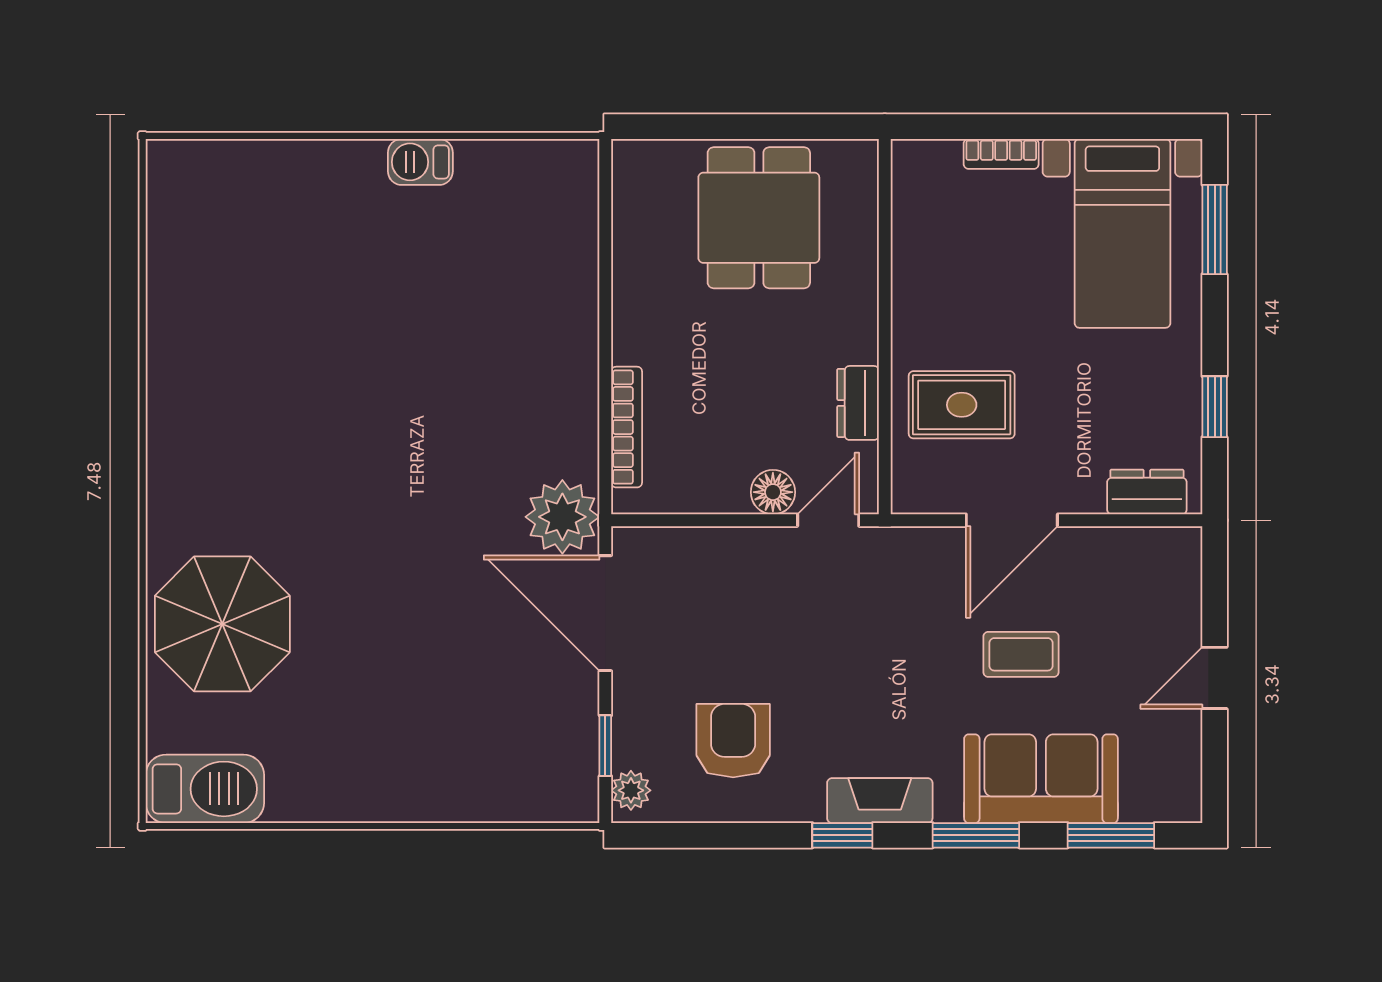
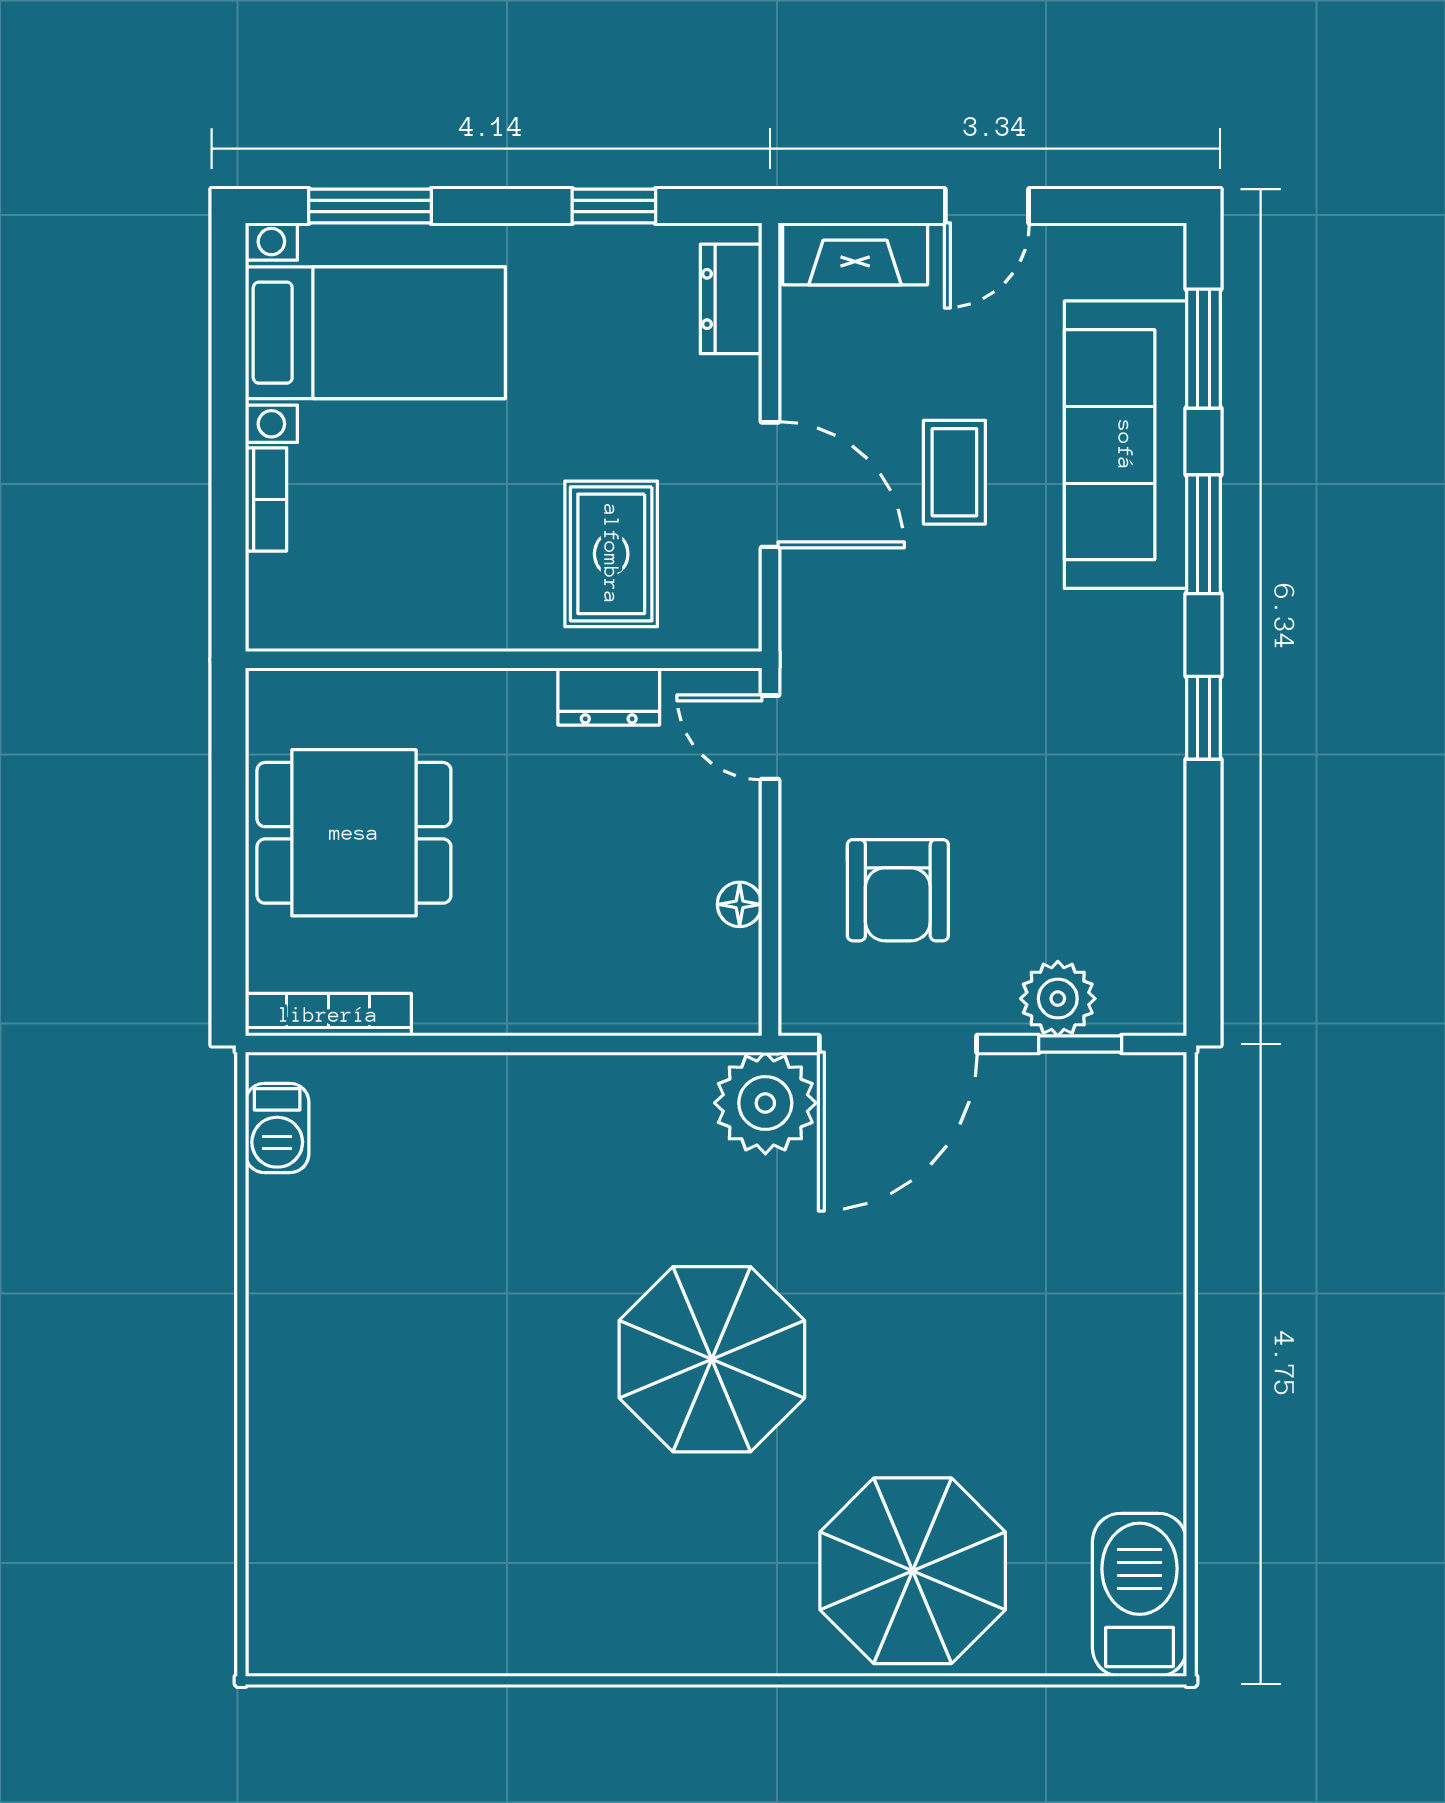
barbecue: (420, 162) -> (277, 1128), moved
bookcase: (627, 427) -> (328, 1015), moved
parasol: (376, 478) -> (712, 1359), added
floor lamp: (773, 492) -> (740, 904), moved, width x0.73, depth x0.73
door: (1215, 678) -> (987, 206), hinge flipped
armchair: (733, 741) -> (898, 890), moved, turned -90
sofa: (1041, 779) -> (1125, 445), width x1.36
plant: (631, 790) -> (1058, 999), moved, width x1.38, depth x1.38
fireplace: (880, 801) -> (855, 254), moved, turned -90

